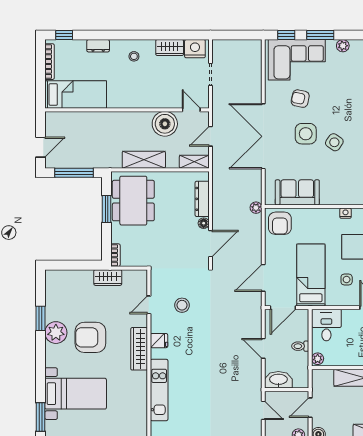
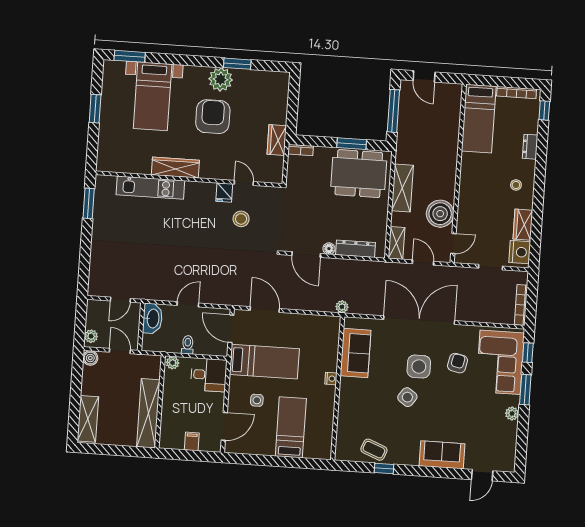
bookcase: (243, 44) -> (521, 305), added
nightstand: (345, 213) -> (331, 379), moved
armchair: (280, 223) -> (323, 332), removed
fridge: (159, 341) -> (224, 193), moved
wardrobe: (139, 349) -> (175, 168), moved

